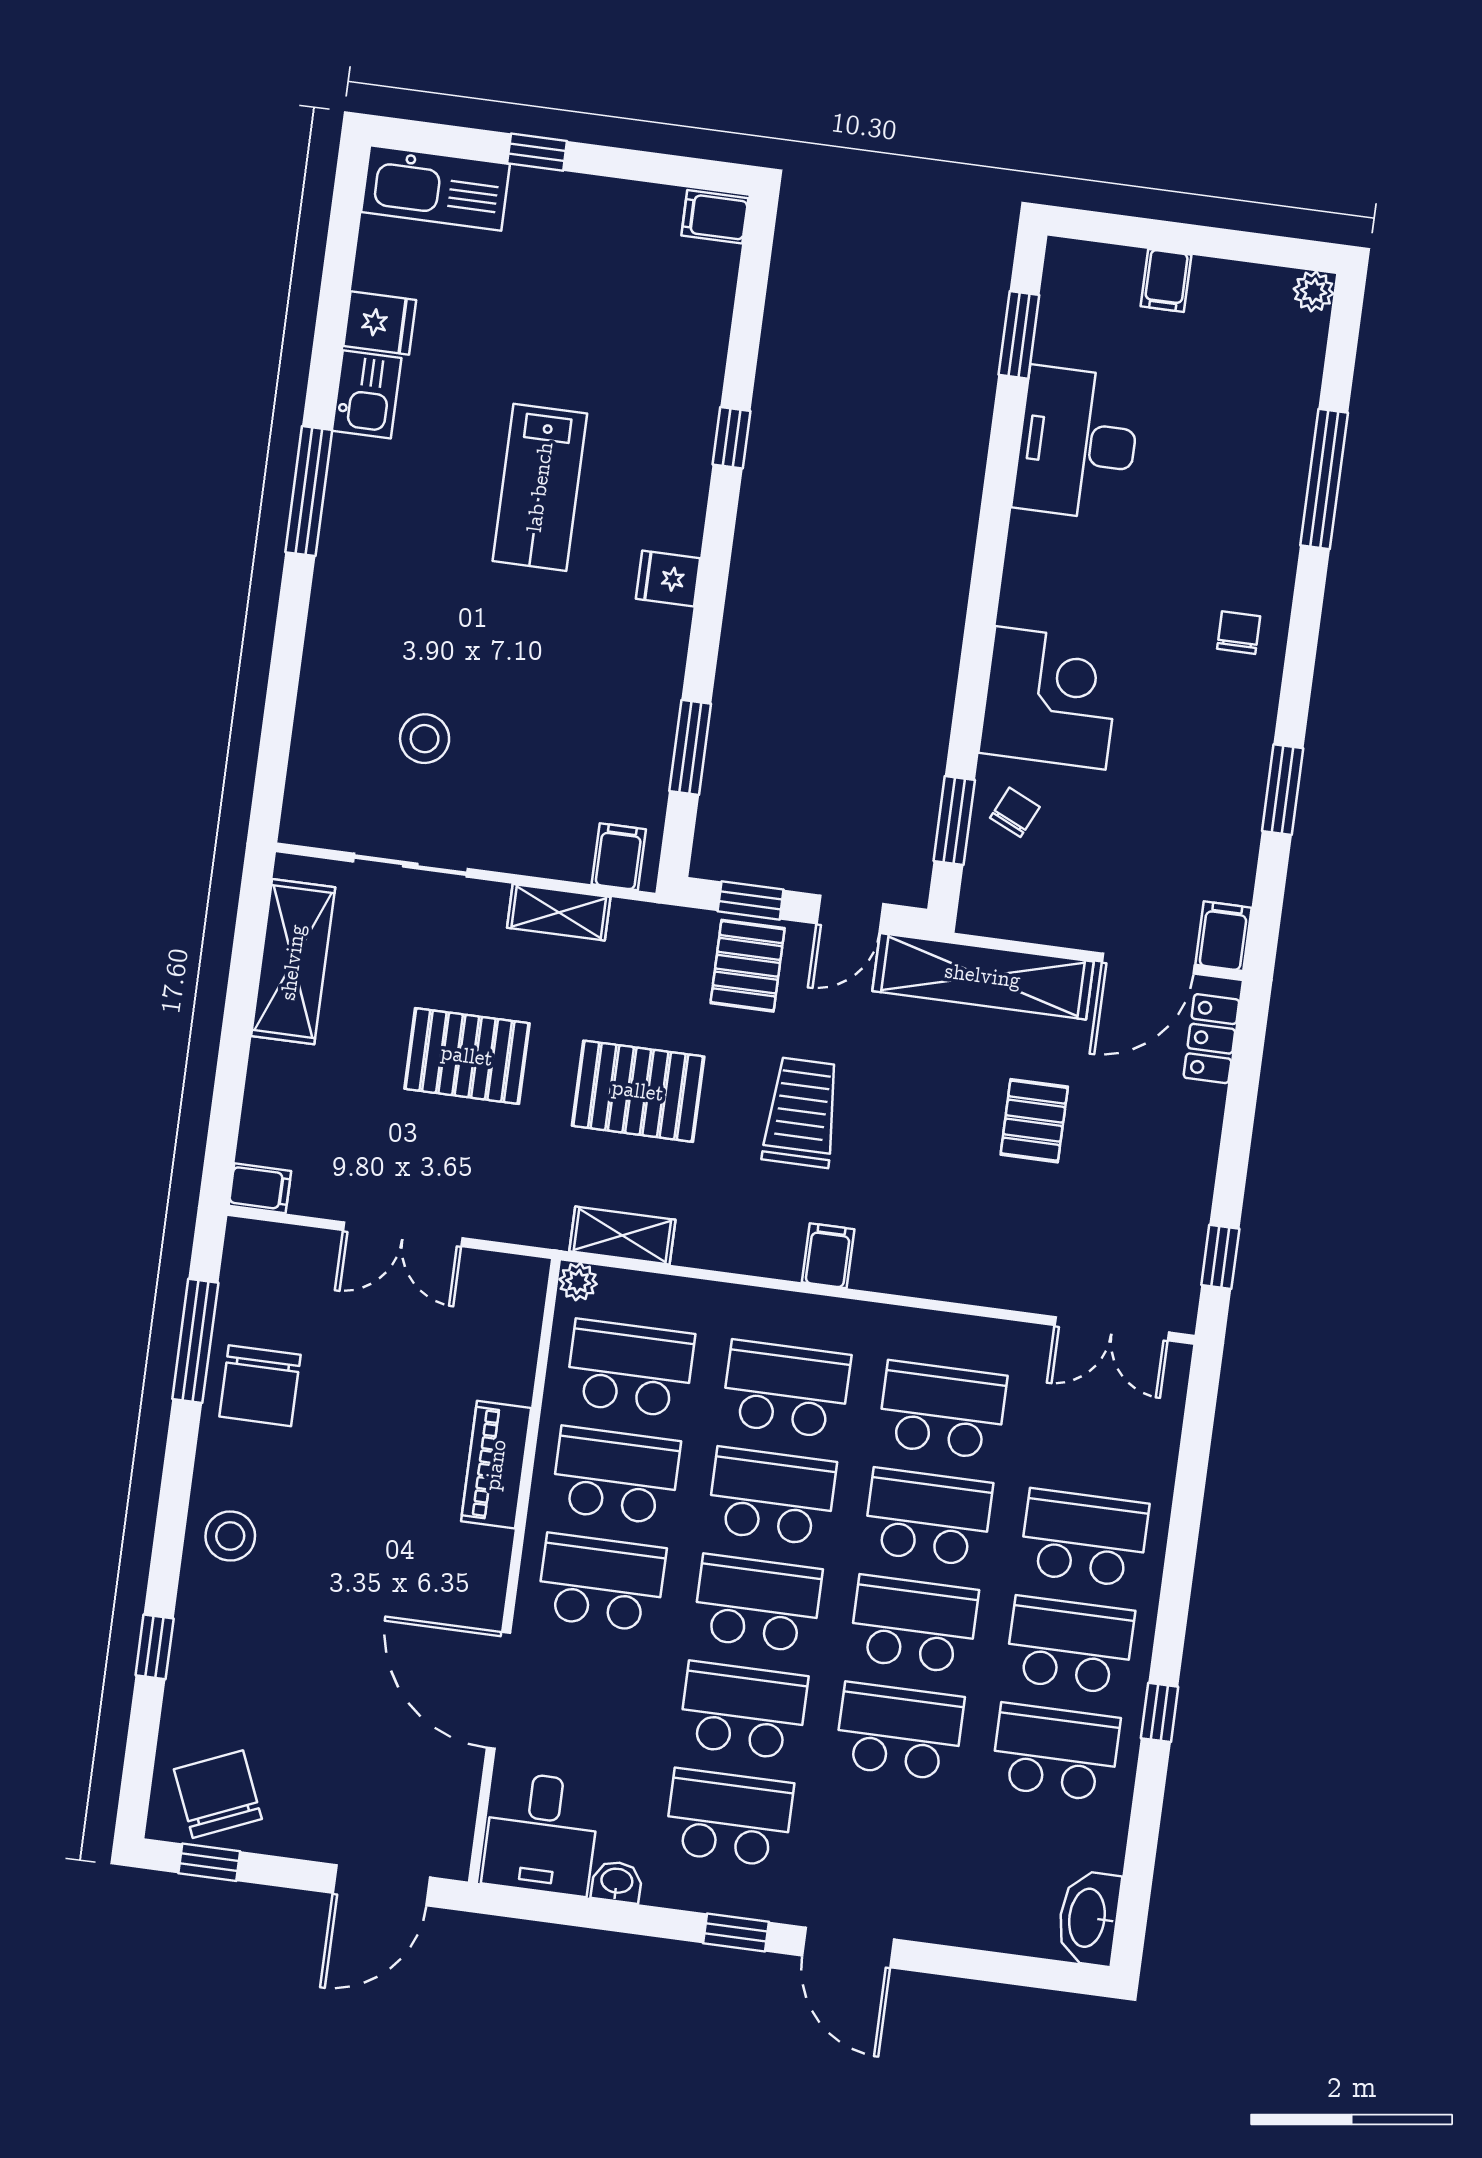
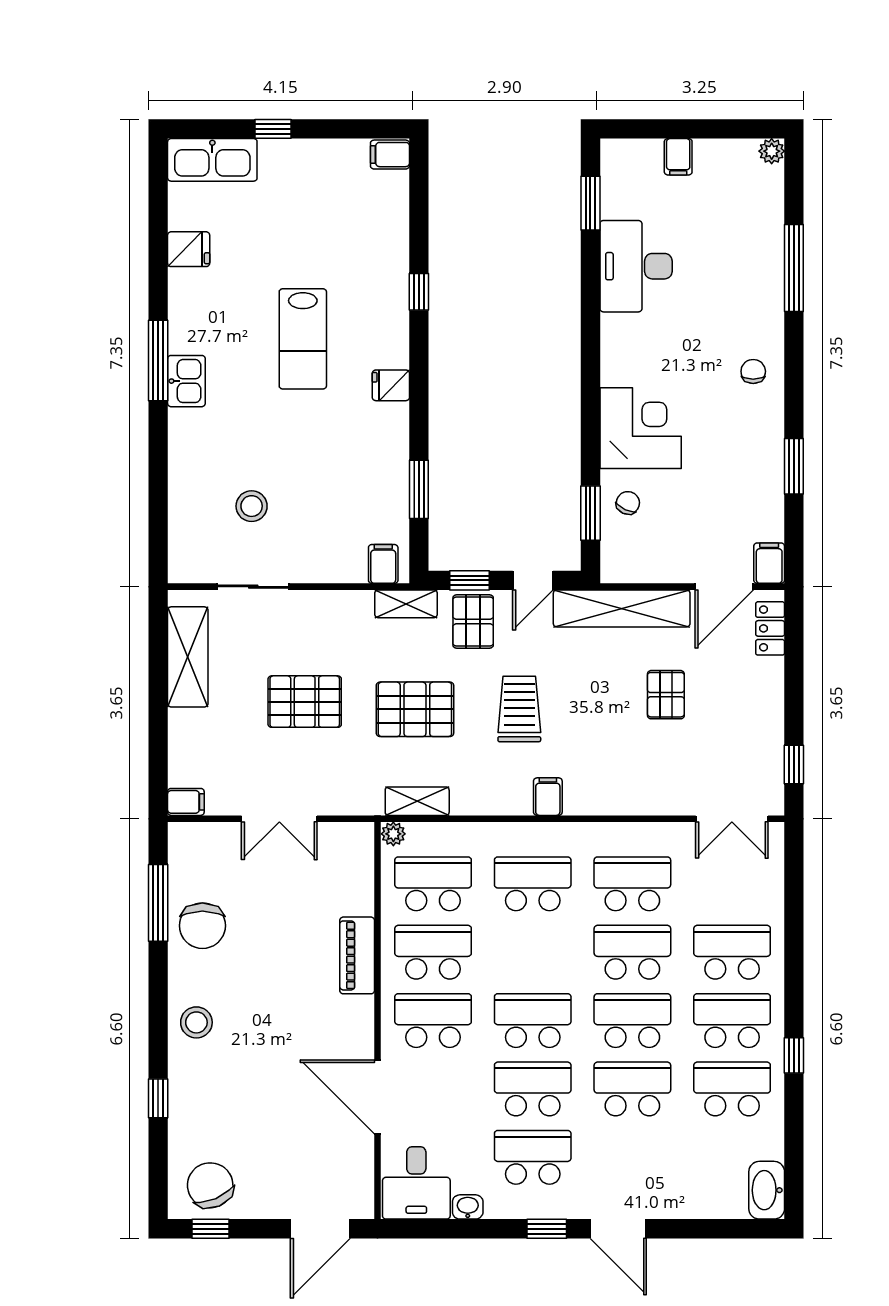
kitchen sink: (367, 394) -> (186, 381), moved
shelving: (559, 912) -> (406, 604), moved
school desk: (772, 1496) -> (533, 952), removed

